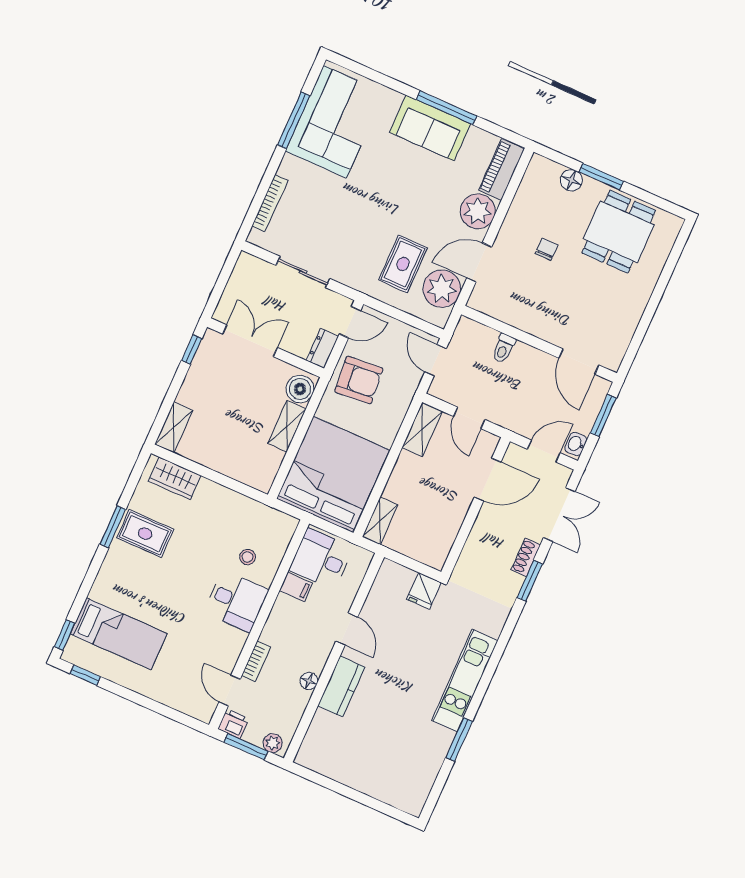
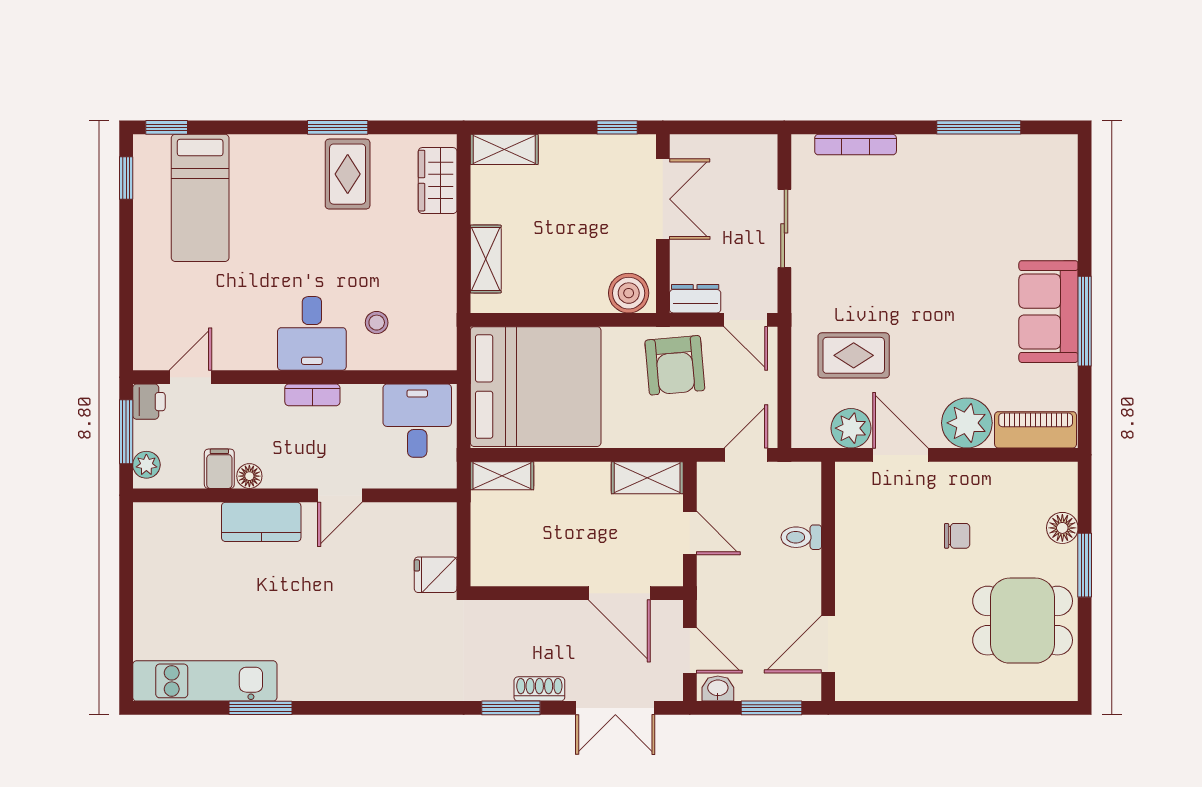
corner sofa: (335, 122) -> (1001, 182), removed
plant: (442, 289) -> (851, 428), width x0.73, depth x0.73
door: (469, 418) -> (690, 533), swing flipped
shelving: (287, 426) -> (486, 259), moved, turned 90
filing cabinet: (296, 587) -> (219, 469), moved, turned 180
bookcase: (256, 661) -> (312, 395), moved
kitchen unit: (465, 680) -> (205, 681), moved

